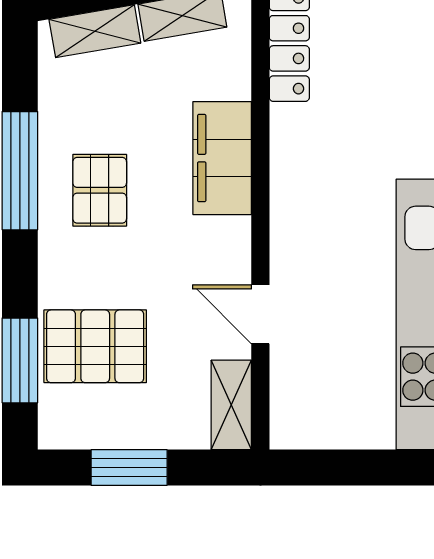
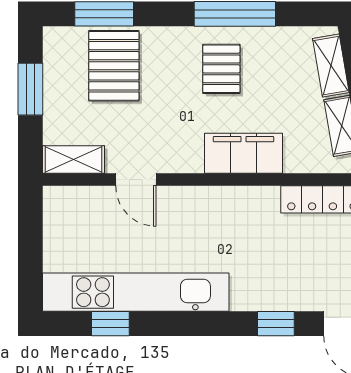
pallet: (100, 190) -> (221, 69), turned 90
door: (260, 314) -> (136, 180), swing flipped

